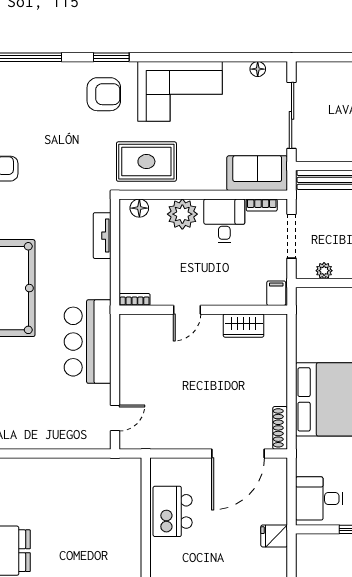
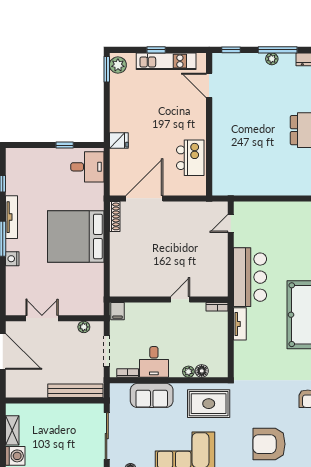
armchair: (104, 94) -> (269, 444), moved, width x1.36, depth x1.36
sofa: (257, 173) -> (152, 395), moved
floor lamp: (139, 208) -> (202, 371), moved
plant: (182, 214) -> (188, 372), width x0.53, depth x0.53
tv unit: (102, 236) -> (240, 324), moved
wardrobe: (244, 326) -> (140, 288), removed

